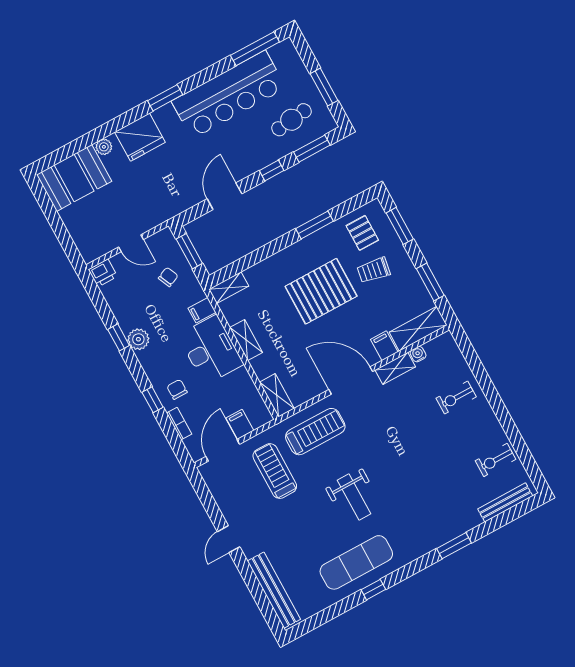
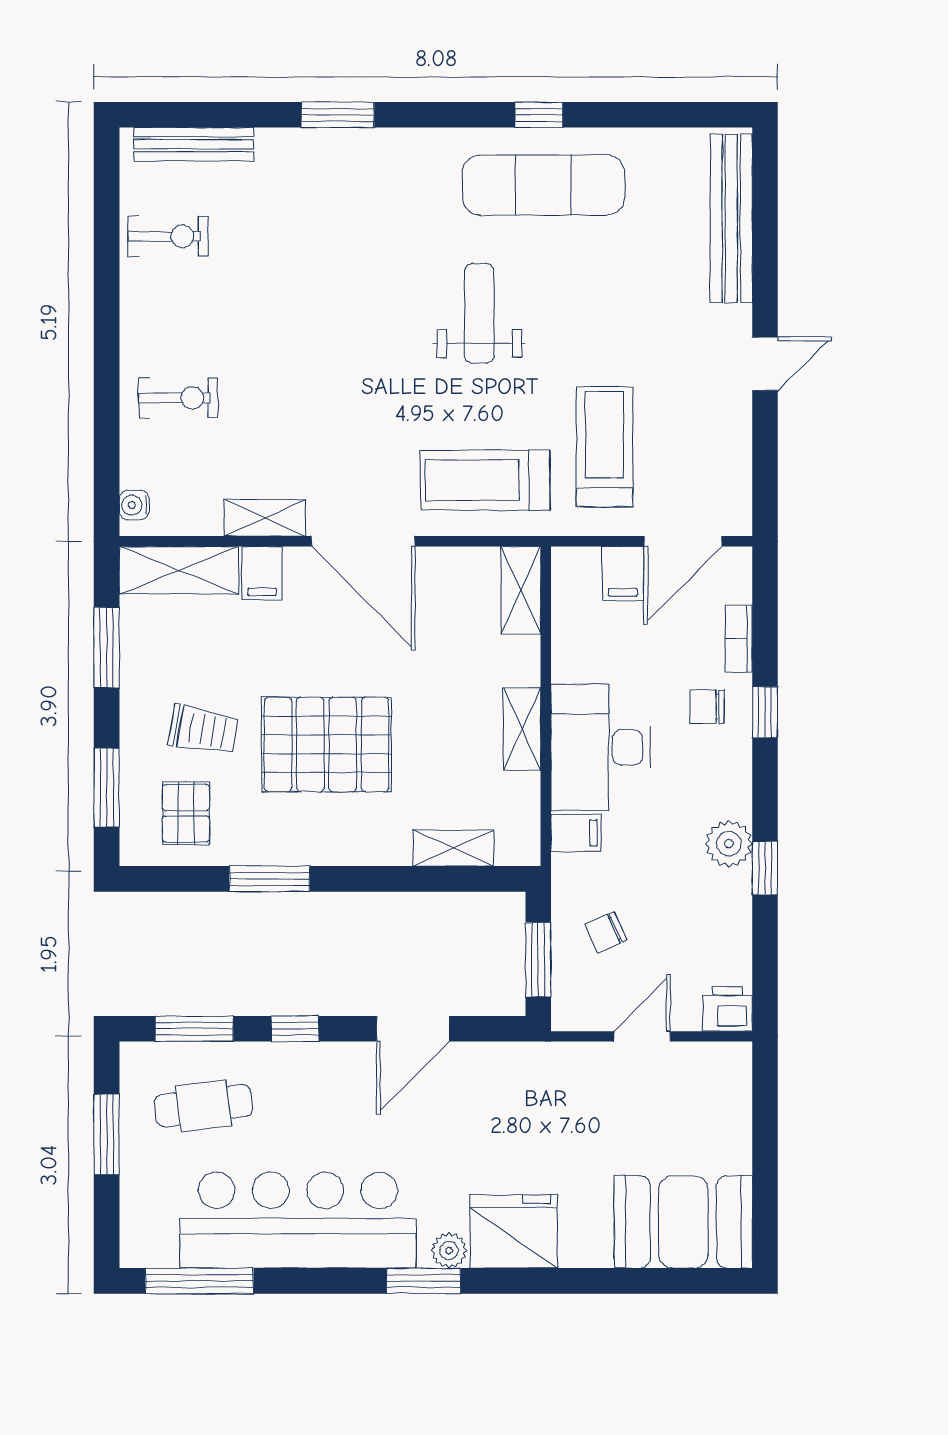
plant: (104, 147) -> (449, 1251), moved
door: (131, 243) -> (642, 1036), hinge flipped
shelving: (229, 288) -> (453, 848), moved
water cooler: (418, 354) -> (134, 505), moved, turned 90
chair: (177, 389) -> (707, 707), turned 90
treadmill: (275, 471) -> (605, 447), turned 180

